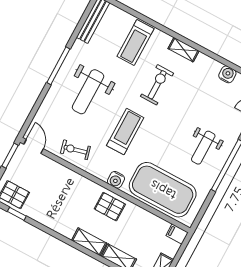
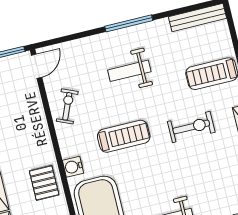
weight bench: (88, 92) -> (129, 71), width x0.73, depth x0.75
exercise bike: (75, 150) -> (67, 106), turned 37

